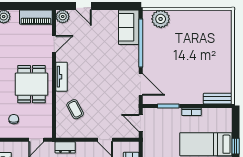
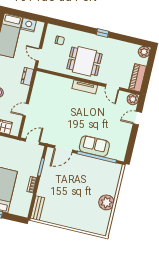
plant: (161, 19) -> (106, 202), moved
sofa: (129, 27) -> (94, 146), moved
coffee table: (75, 109) -> (56, 92), removed

